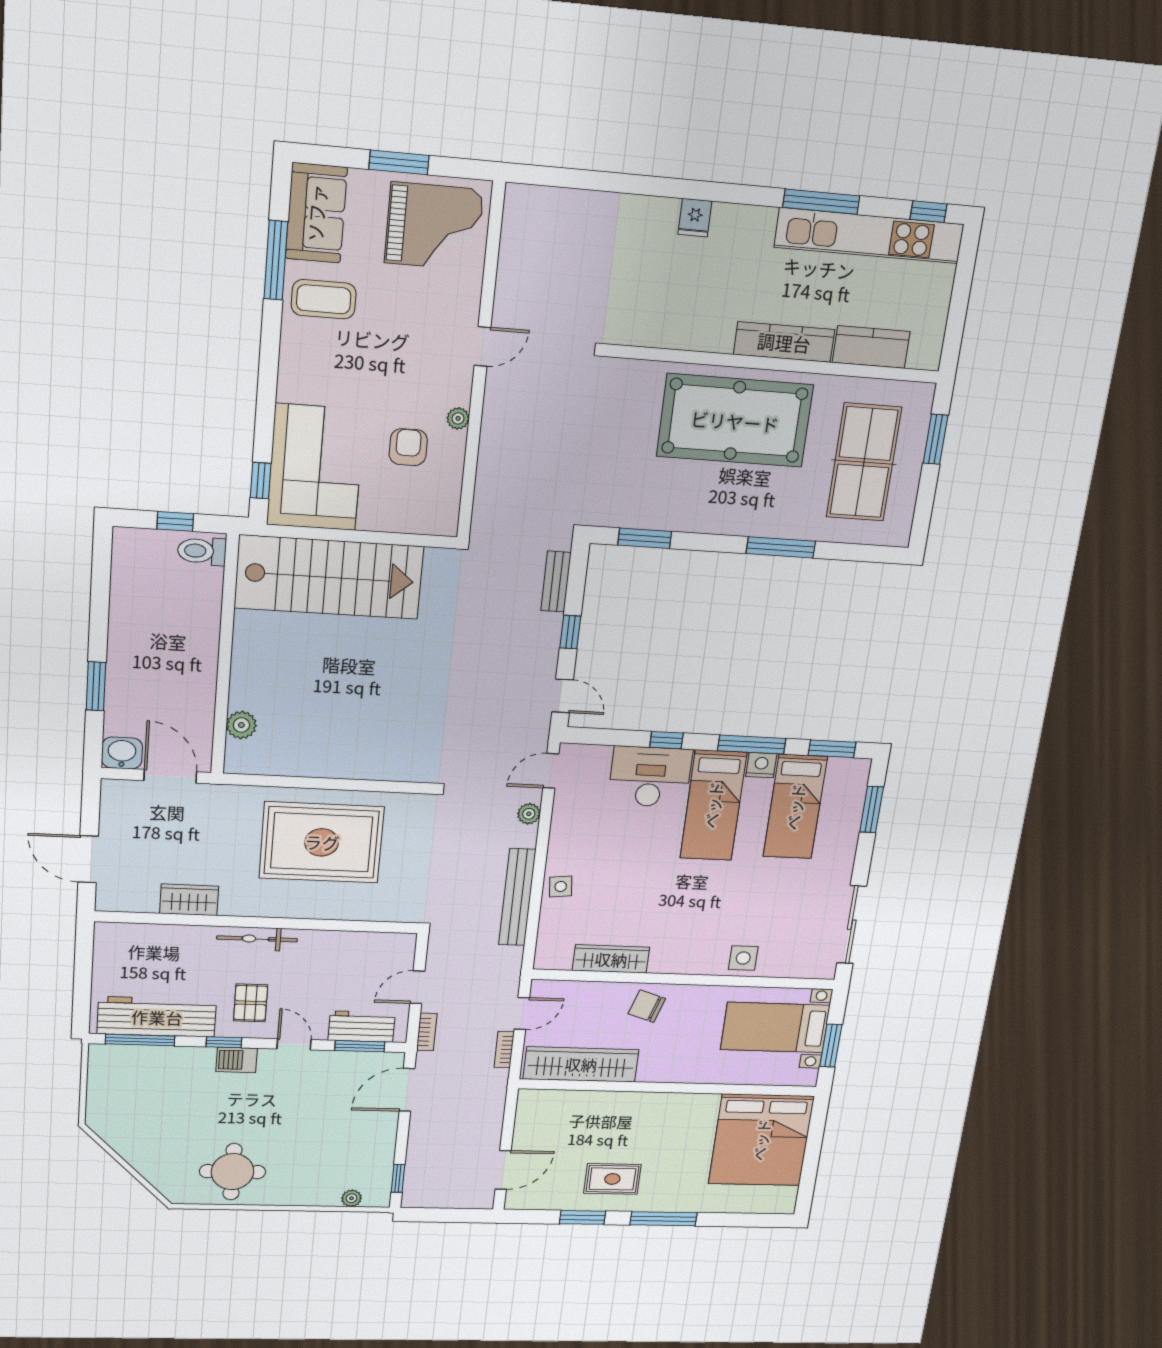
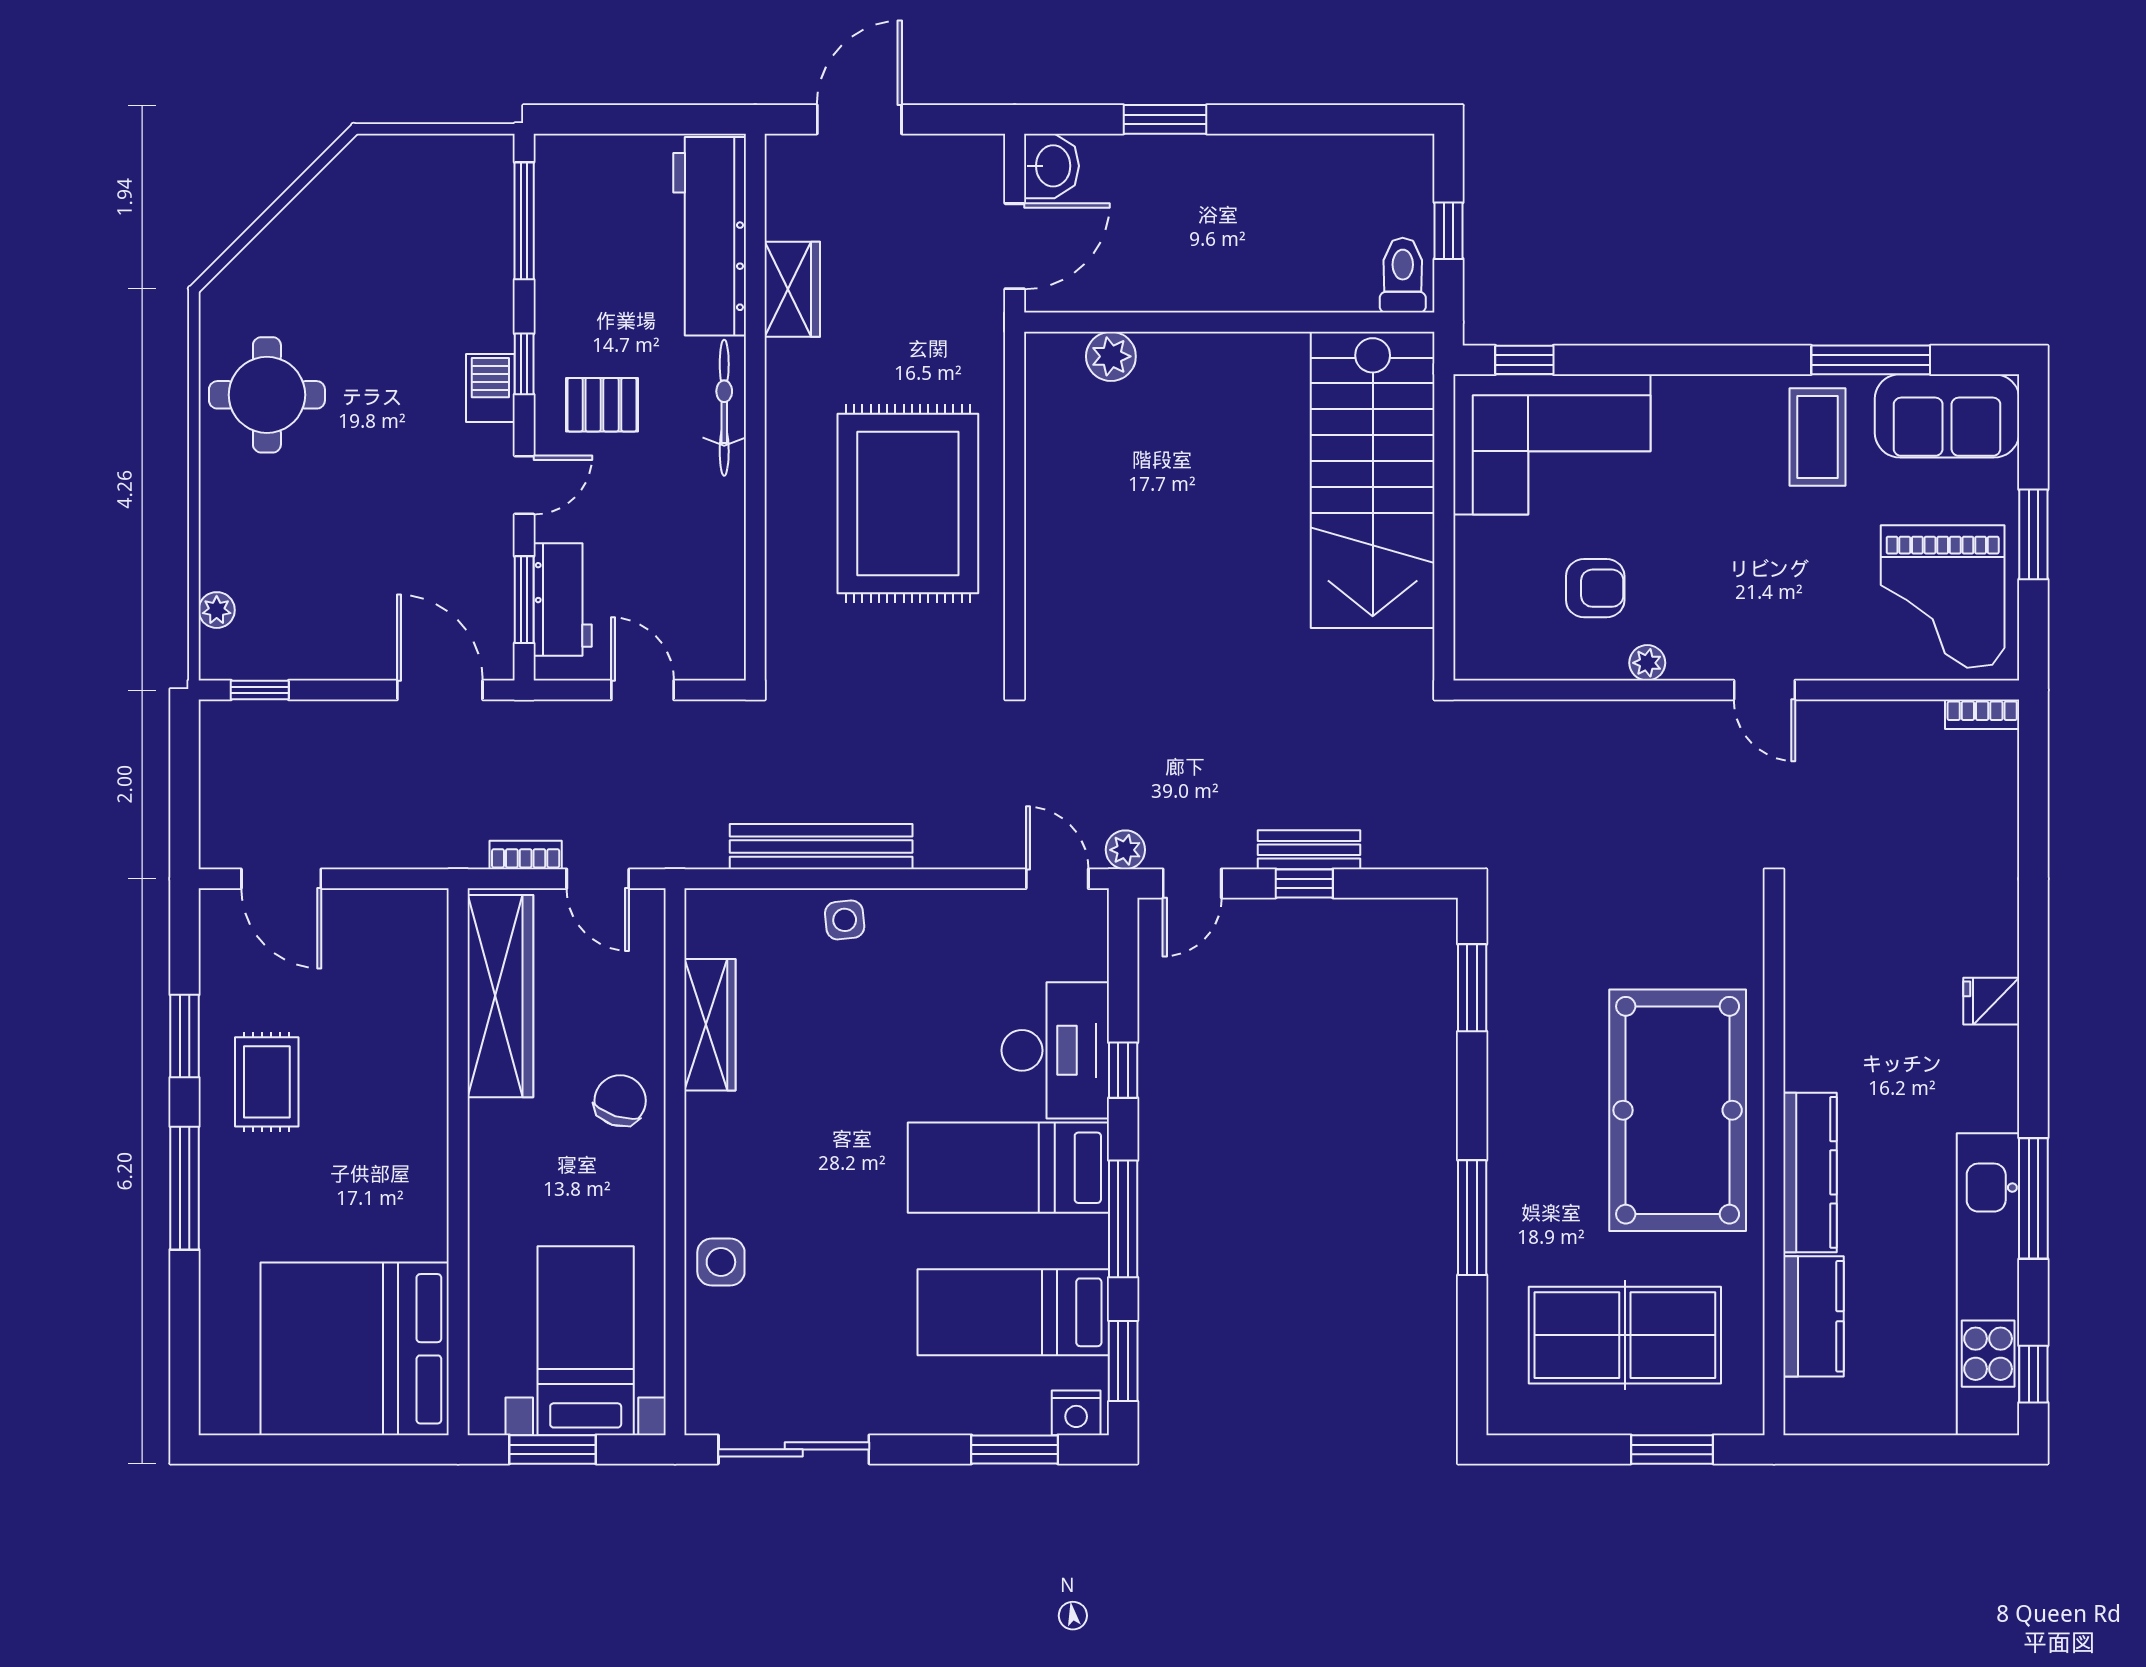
bench: (556, 582) -> (1309, 850), moved
nightstand: (761, 765) -> (1076, 1413), moved, turned 90
plant: (529, 814) -> (1125, 850), moved
workbench: (157, 1017) -> (710, 236), moved, turned 180
bookcase: (427, 1032) -> (1982, 714), moved

